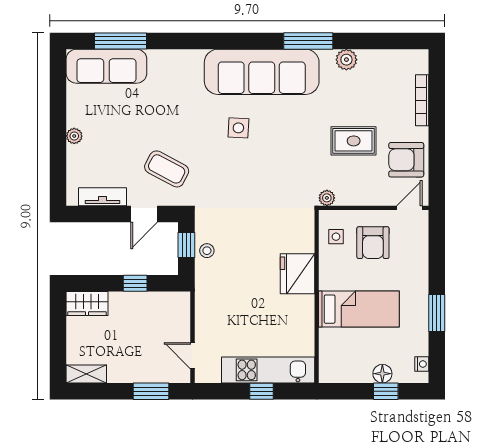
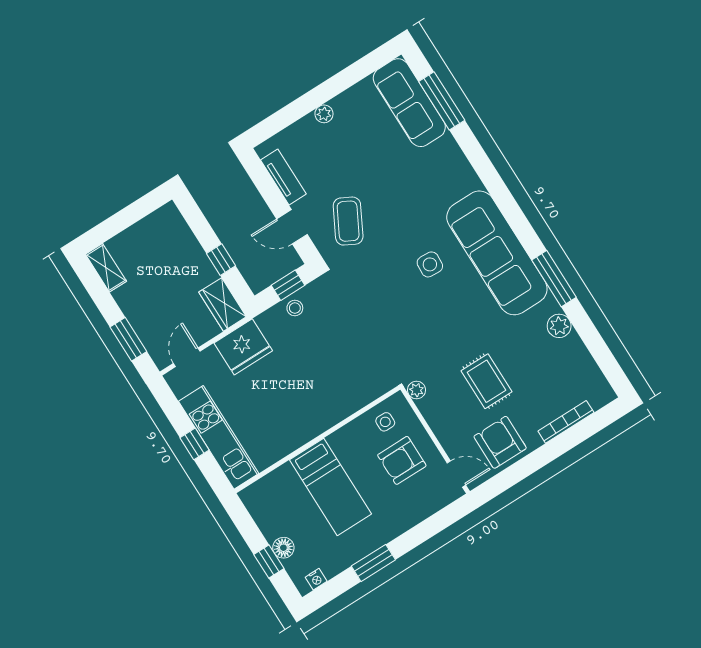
fridge: (298, 274) -> (243, 347), moved, turned 180
wardrobe: (87, 303) -> (223, 304), moved

